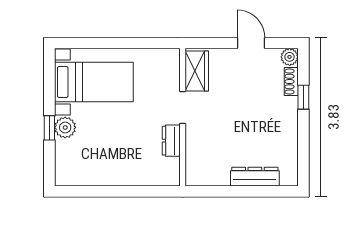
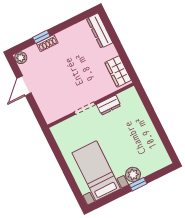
wardrobe: (197, 71) -> (118, 71), moved, turned -90
shoe rack: (291, 81) -> (47, 43), moved
dresser: (255, 177) -> (99, 31), moved

